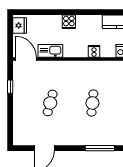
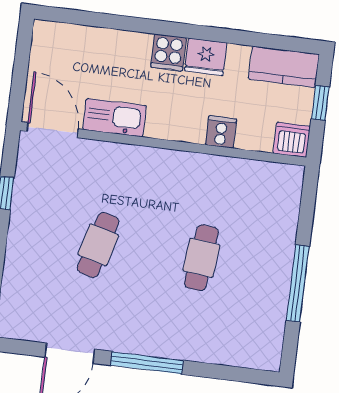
fridge: (20, 25) -> (206, 57), moved, turned 90
window: (100, 148) -> (147, 363), moved

